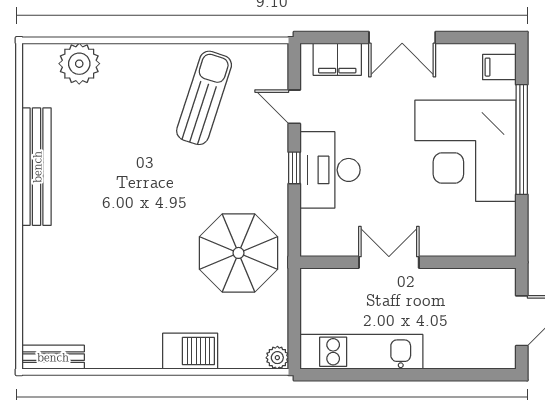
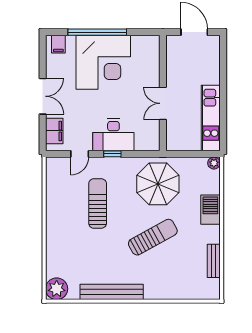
plant: (79, 64) -> (57, 289), moved
sun lounger: (204, 98) -> (98, 203), moved, turned 72
sun lounger: (139, 243) -> (153, 237), added
bench: (53, 357) -> (214, 261), moved

